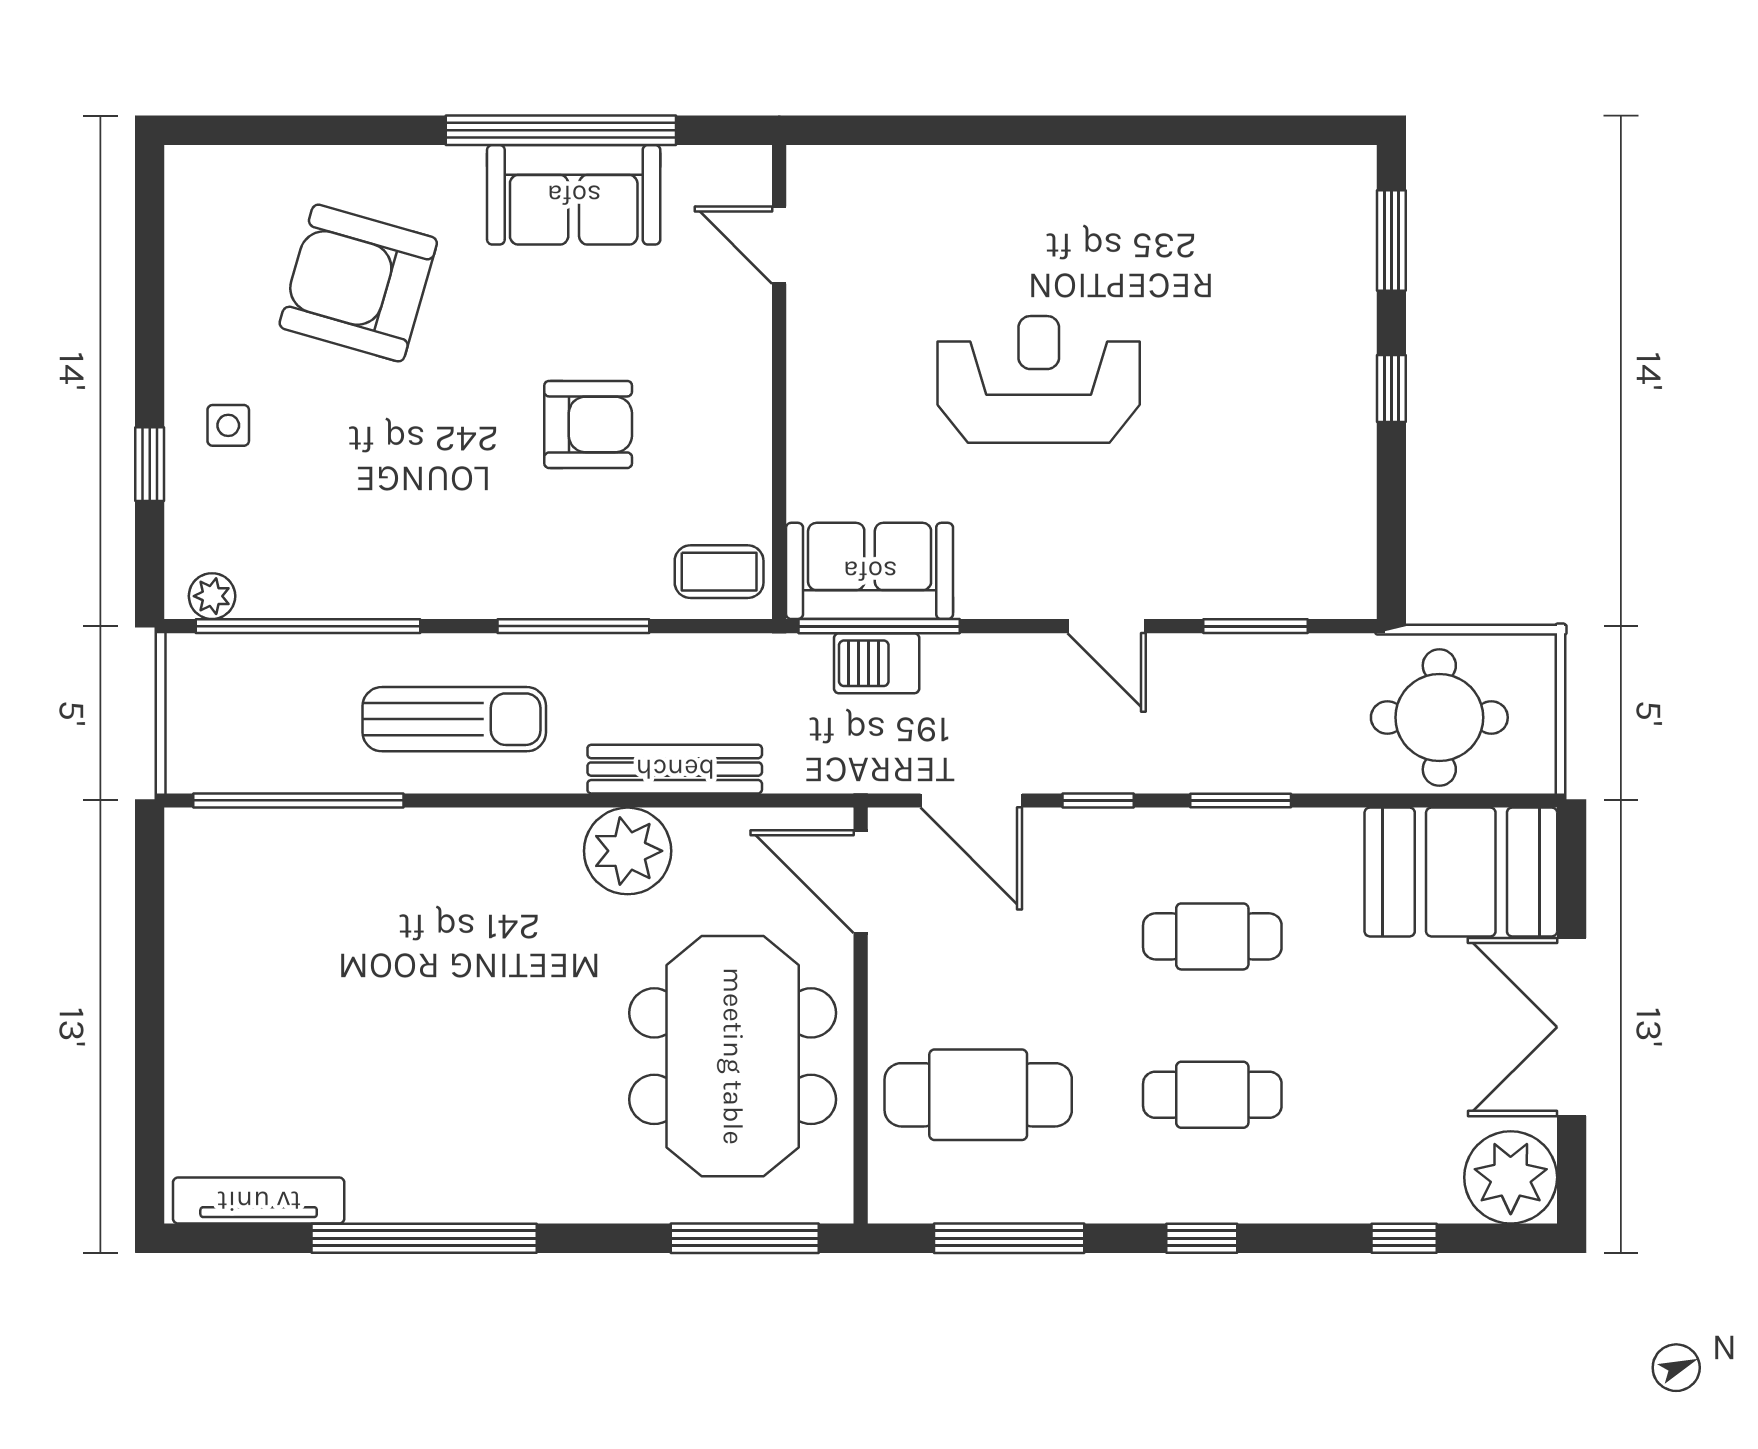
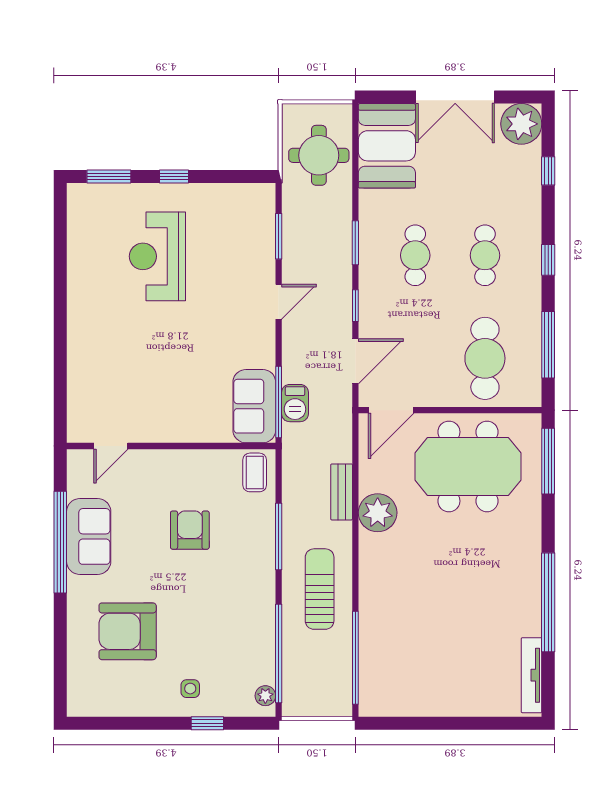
armchair: (358, 283) -> (128, 631), turned 74
reception desk: (1039, 379) -> (157, 256), moved
bench: (675, 769) -> (342, 492), width x0.73

